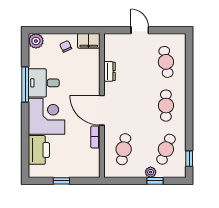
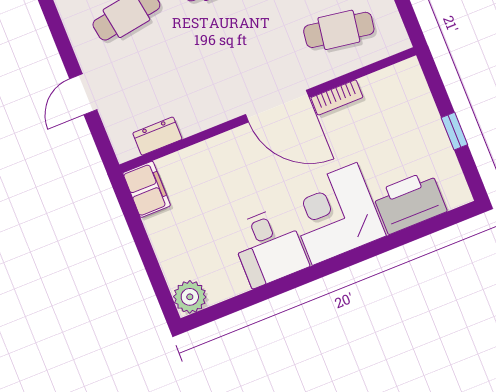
chair: (66, 46) -> (176, 232), removed
dresser: (109, 71) -> (157, 136), moved
window: (25, 84) -> (287, 283), removed
door: (102, 110) -> (277, 106), hinge flipped

